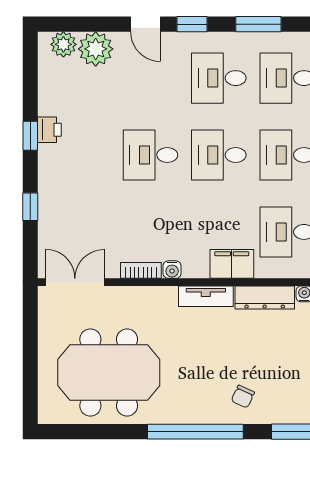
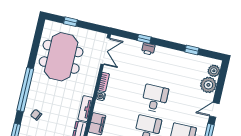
printer: (49, 130) -> (148, 49), moved
window: (30, 136) -> (192, 50), moved
window: (30, 370) -> (70, 22), added

